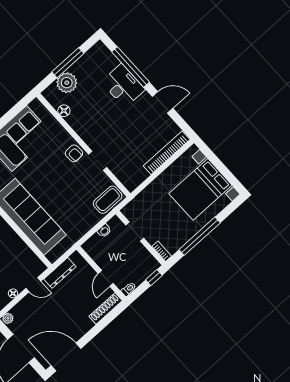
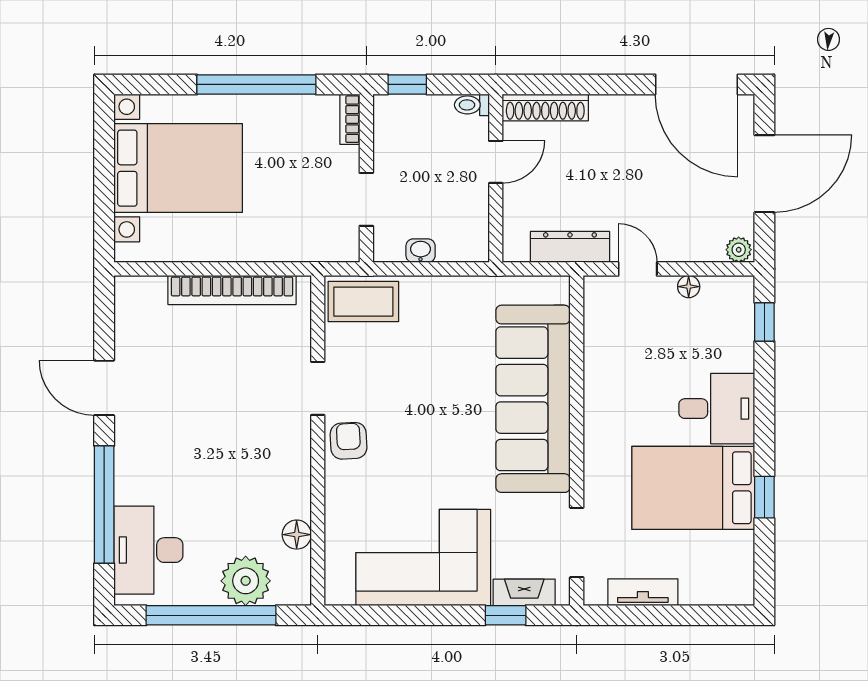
window: (68, 63) -> (211, 615), width x1.46
desk: (123, 86) -> (148, 550), moved
bookcase: (167, 153) -> (232, 290), moved

